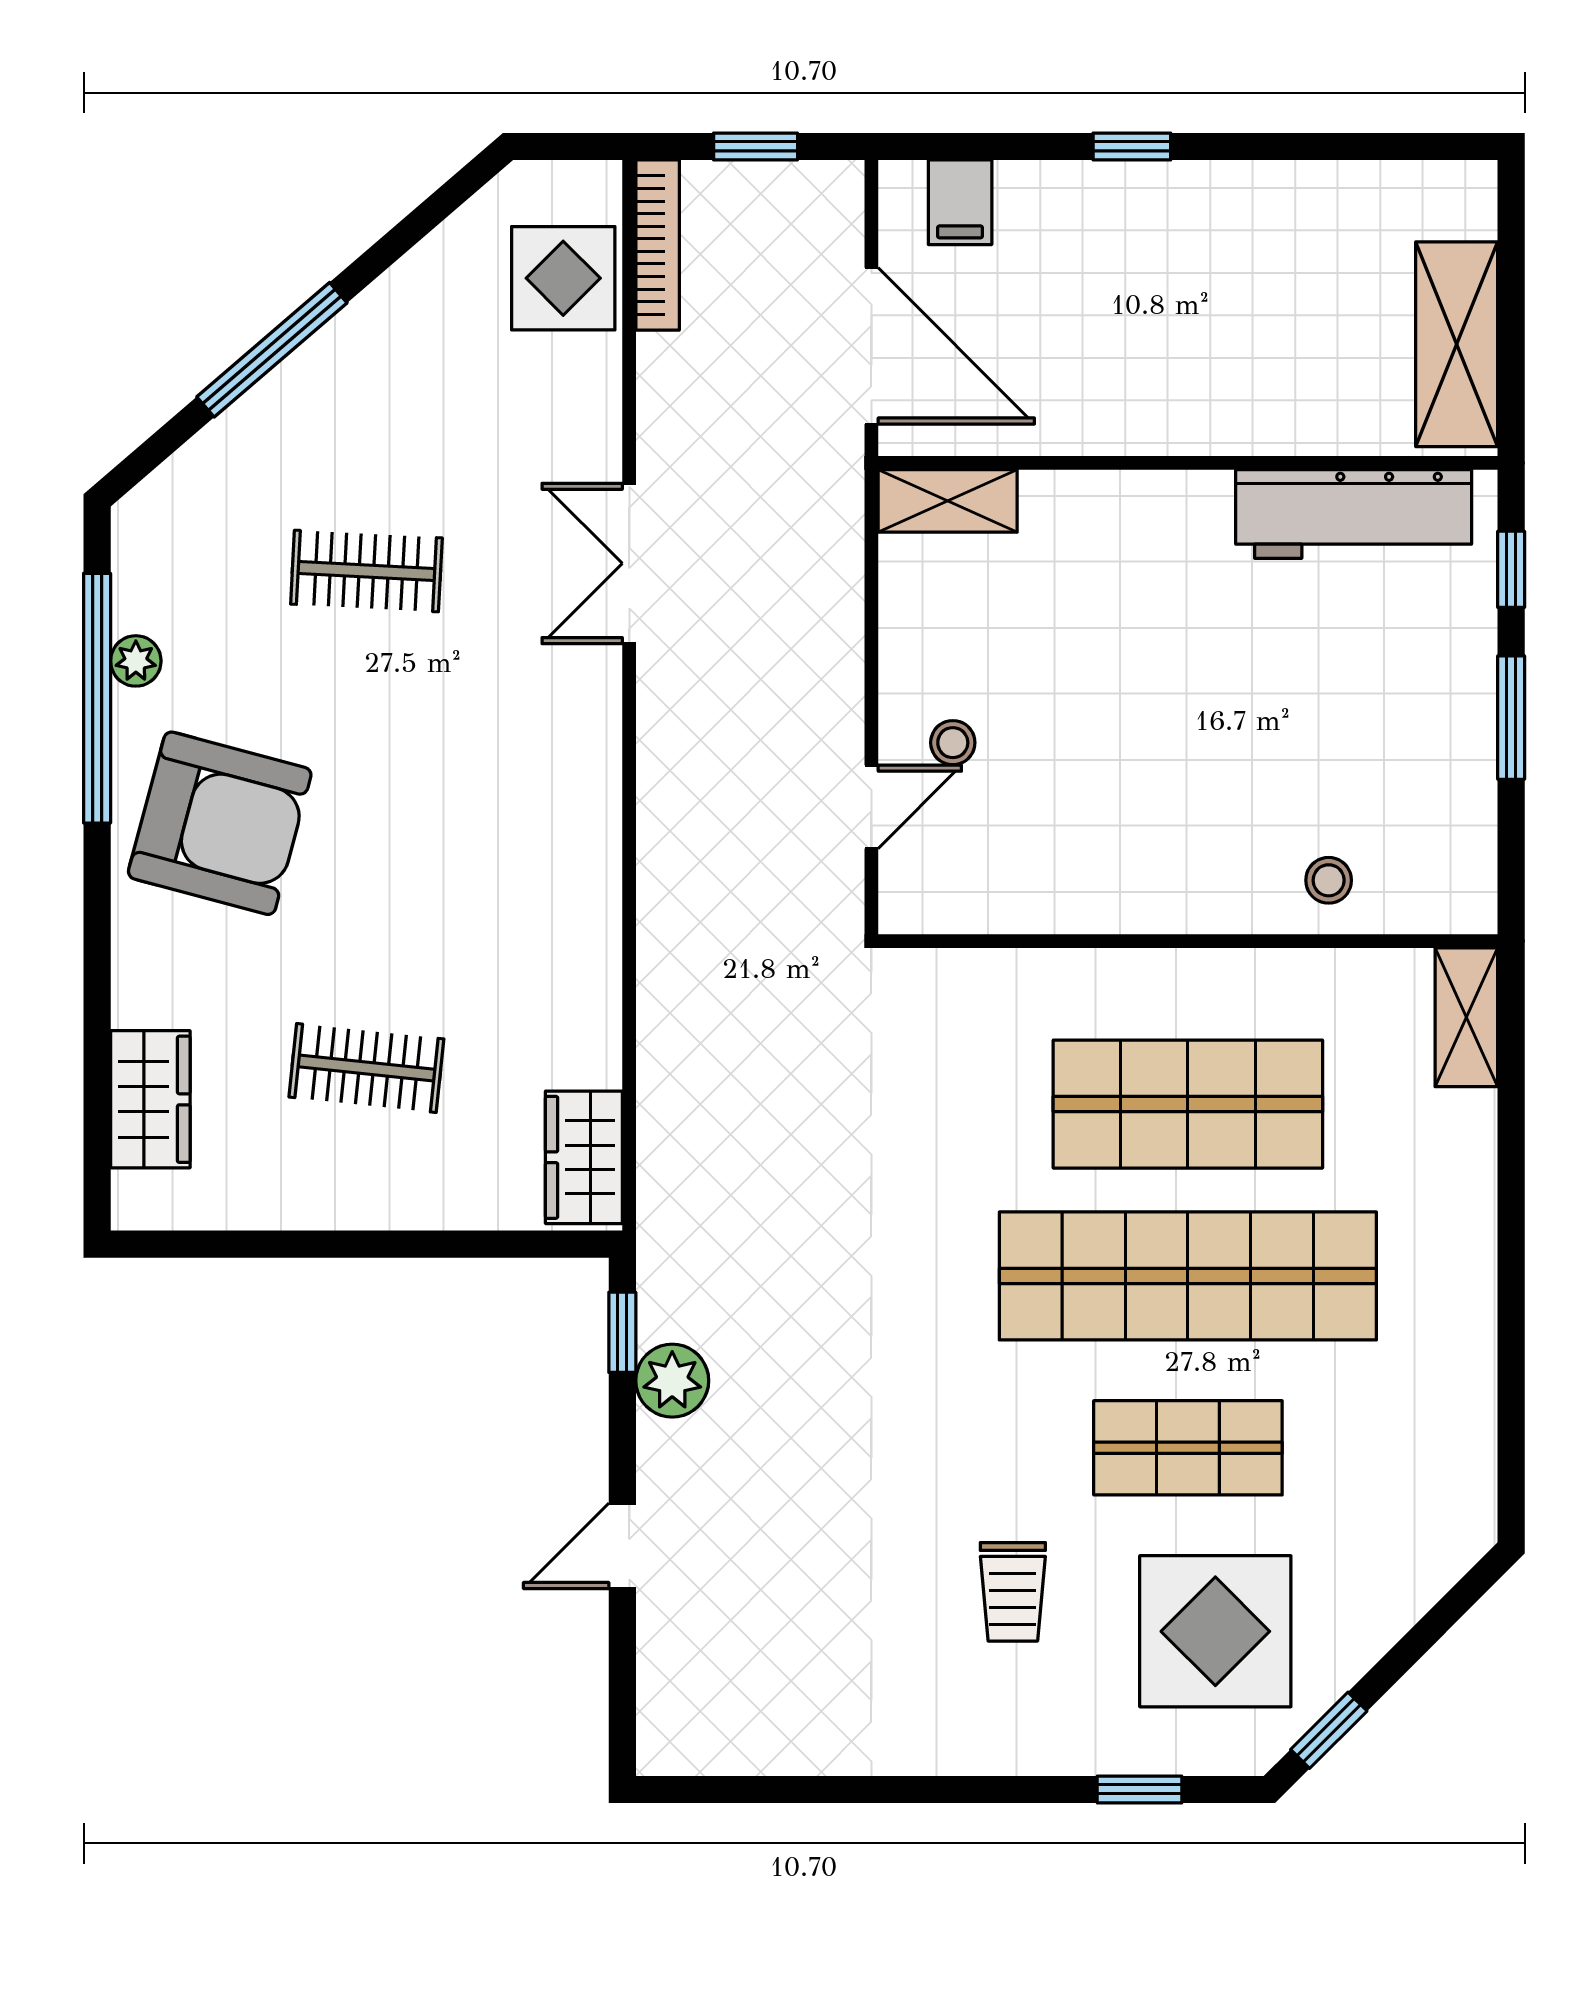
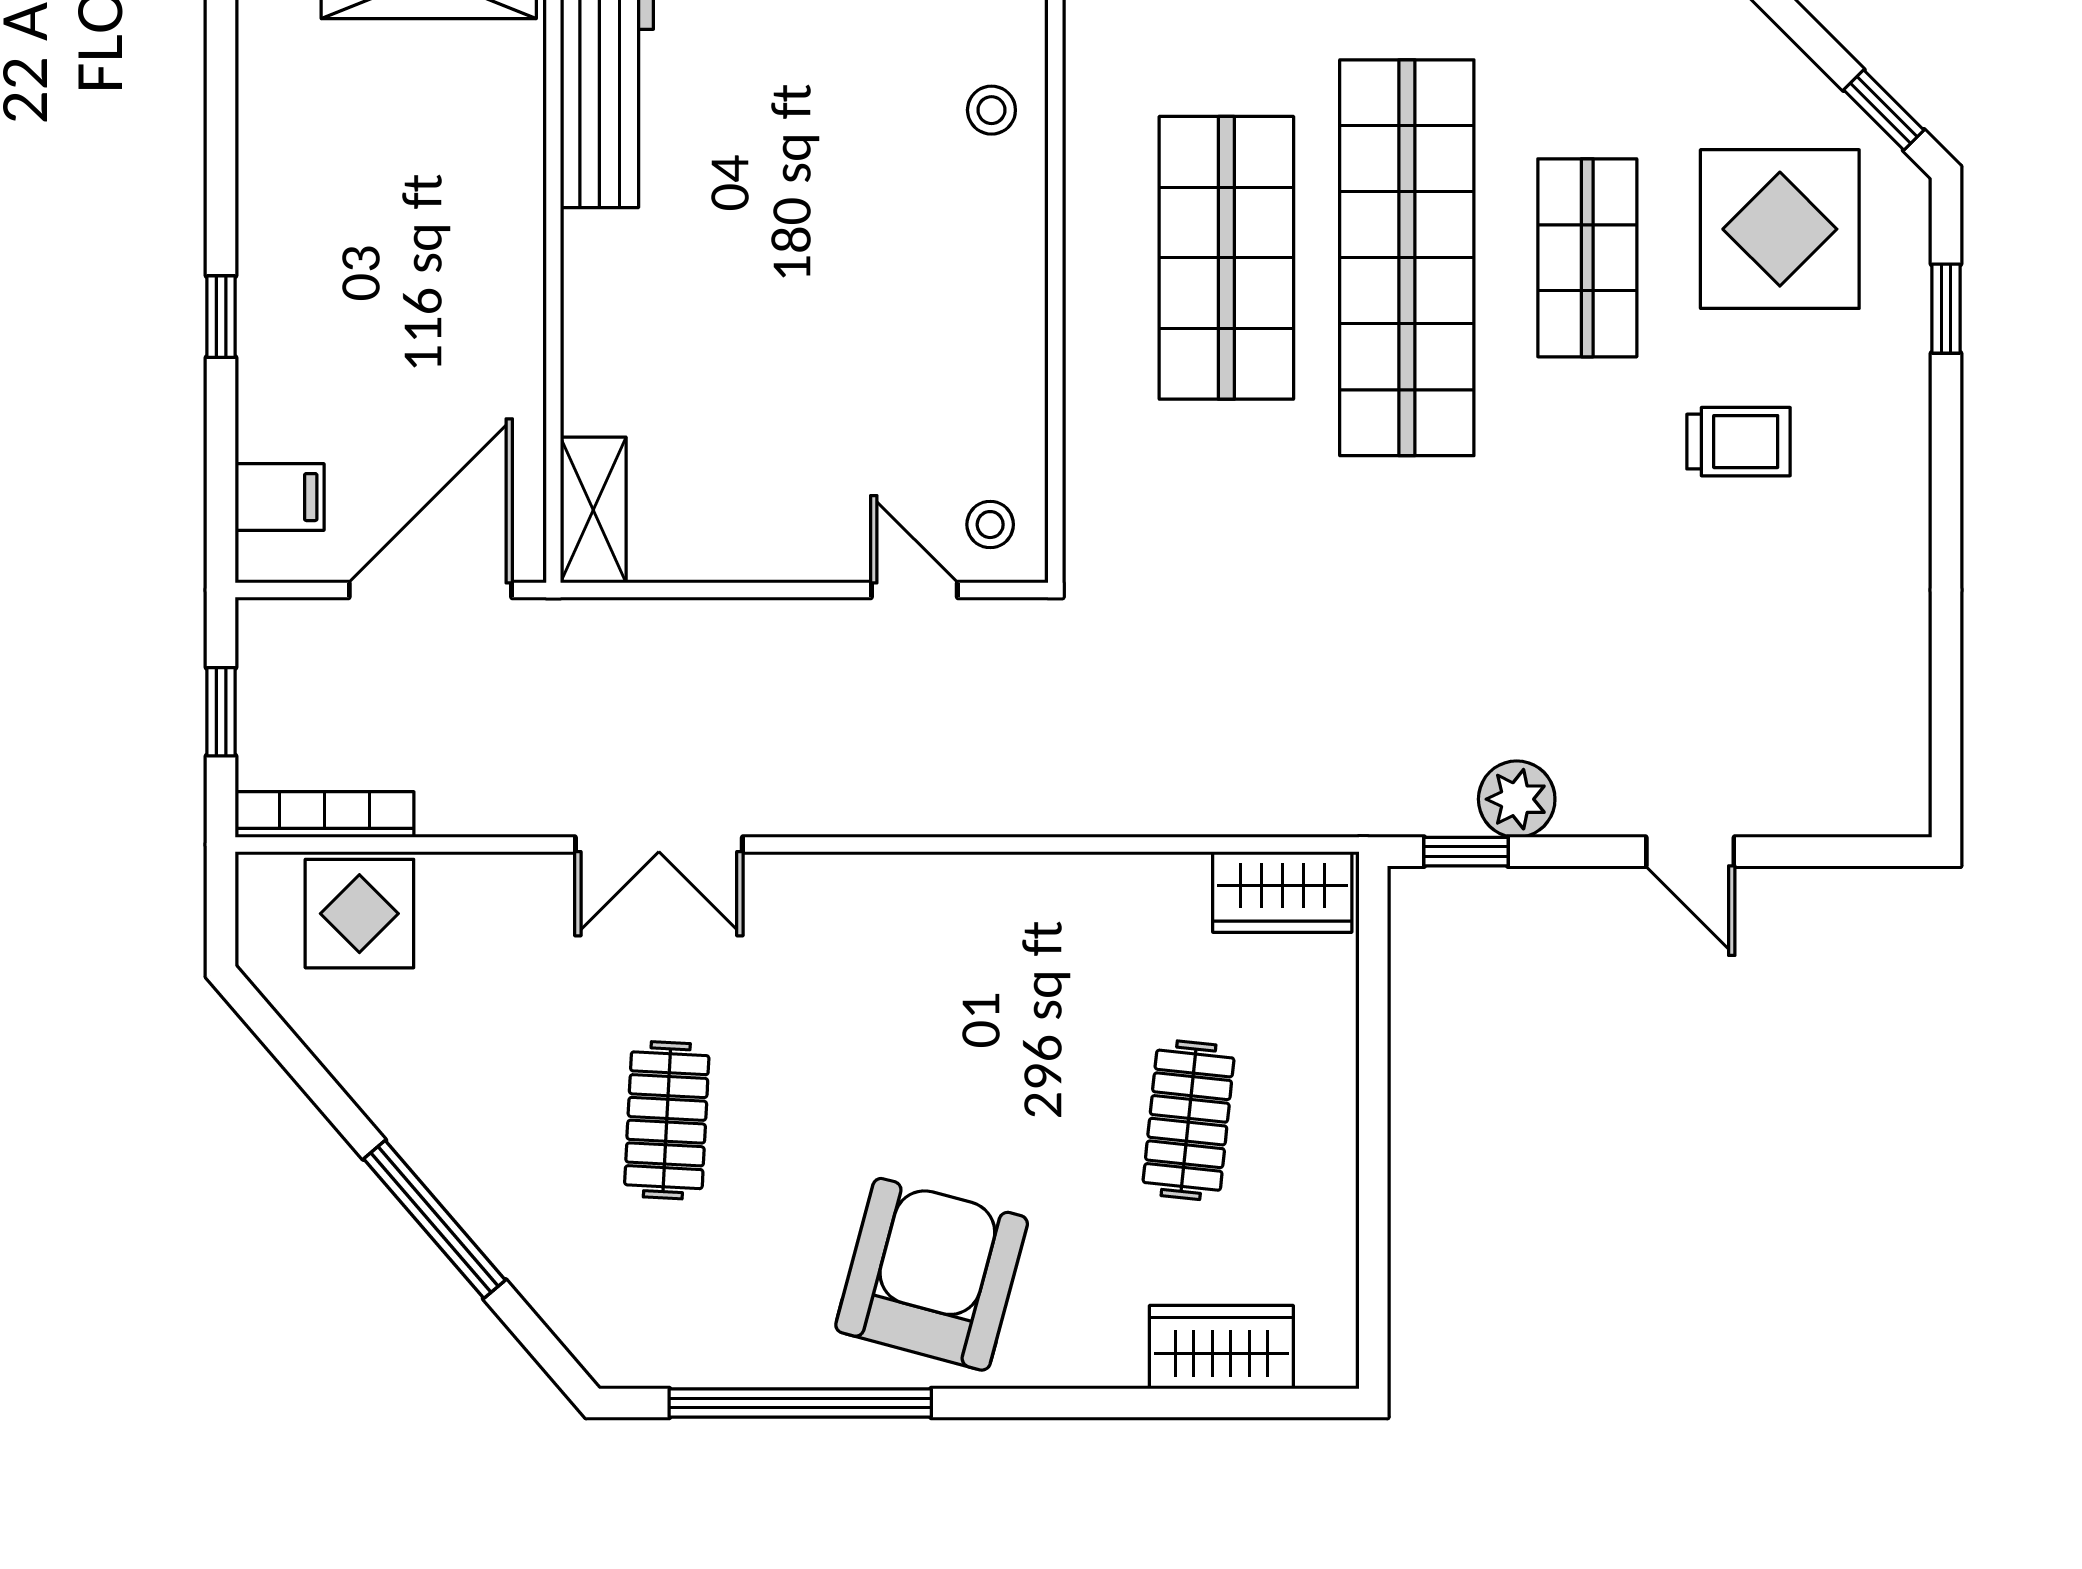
plant: (136, 661) -> (761, 1362), removed
stool: (953, 743) -> (990, 525), moved

